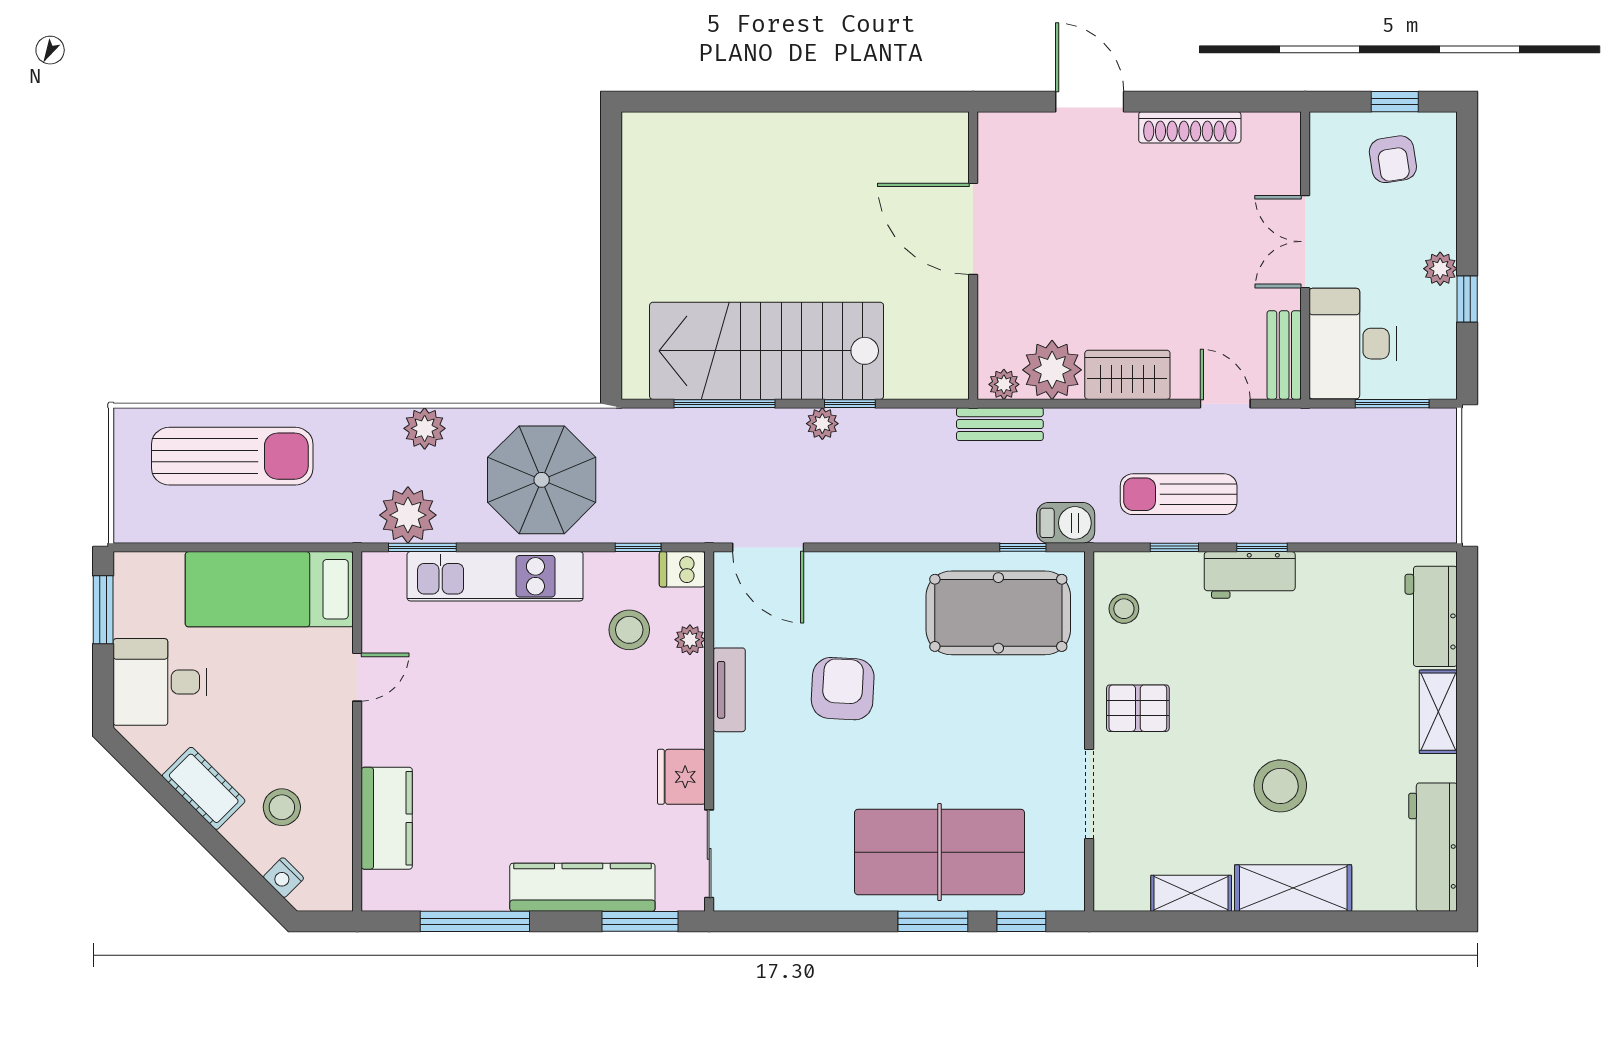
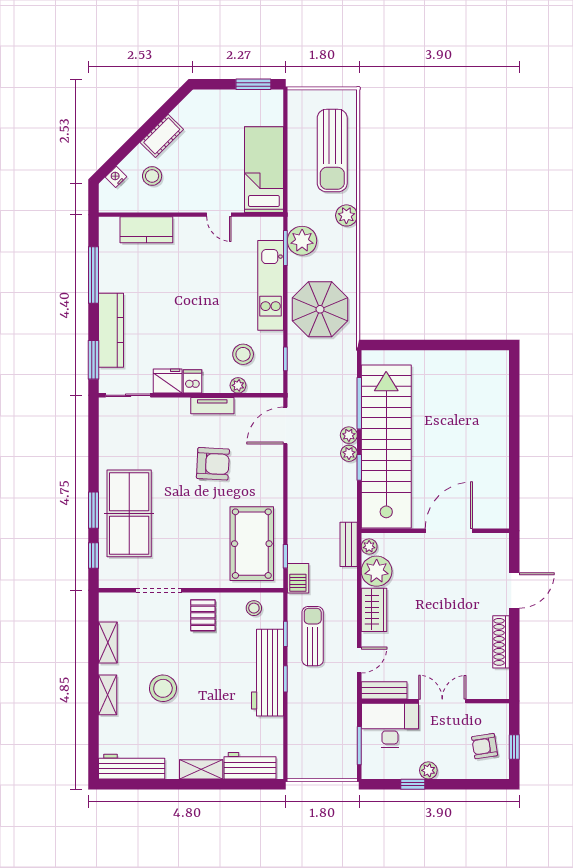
stairs: (767, 351) -> (386, 446), width x1.36
plant: (787, 424) -> (349, 435), added
plant: (425, 428) -> (346, 215), moved
dishwasher: (682, 569) -> (193, 381), moved
workbench: (1250, 575) -> (267, 673), width x1.88, depth x1.32
desk: (160, 682) -> (216, 114), removed
shelving: (1293, 888) -> (108, 695), width x0.67, depth x0.75

